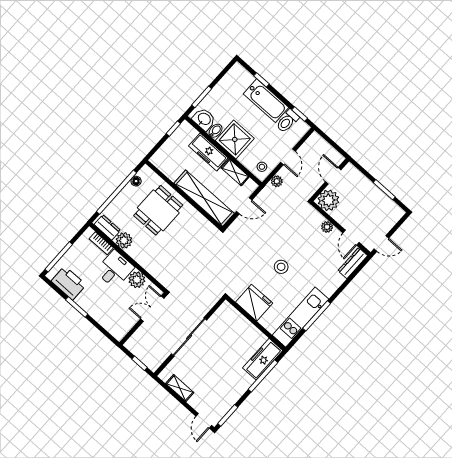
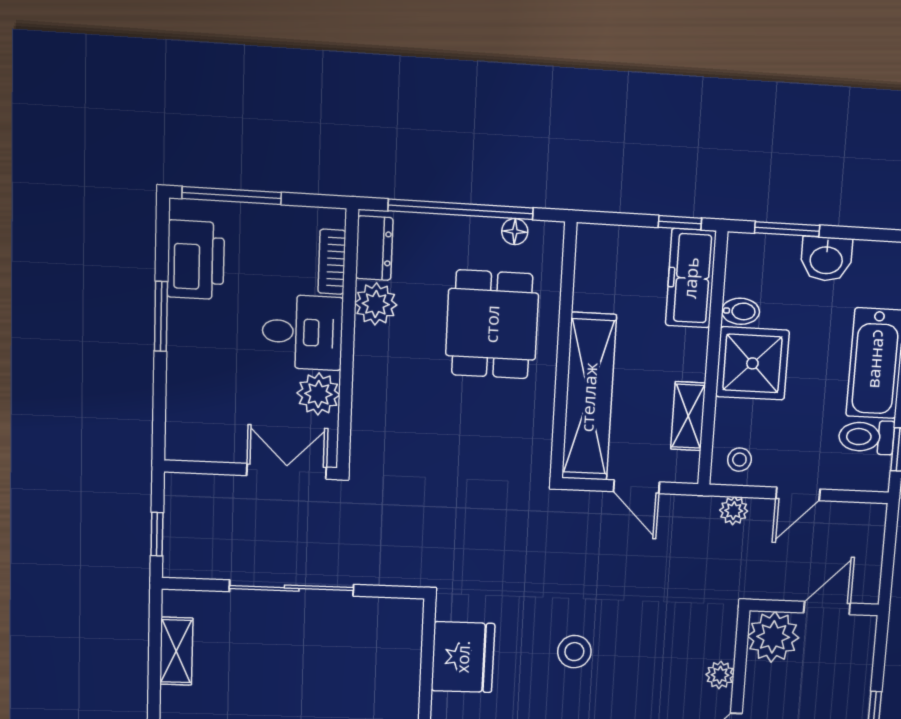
washbasin: (204, 119) -> (826, 259), moved, turned 90
freezer: (208, 152) -> (691, 278), moved
dining table: (158, 210) -> (492, 324), turned 90

